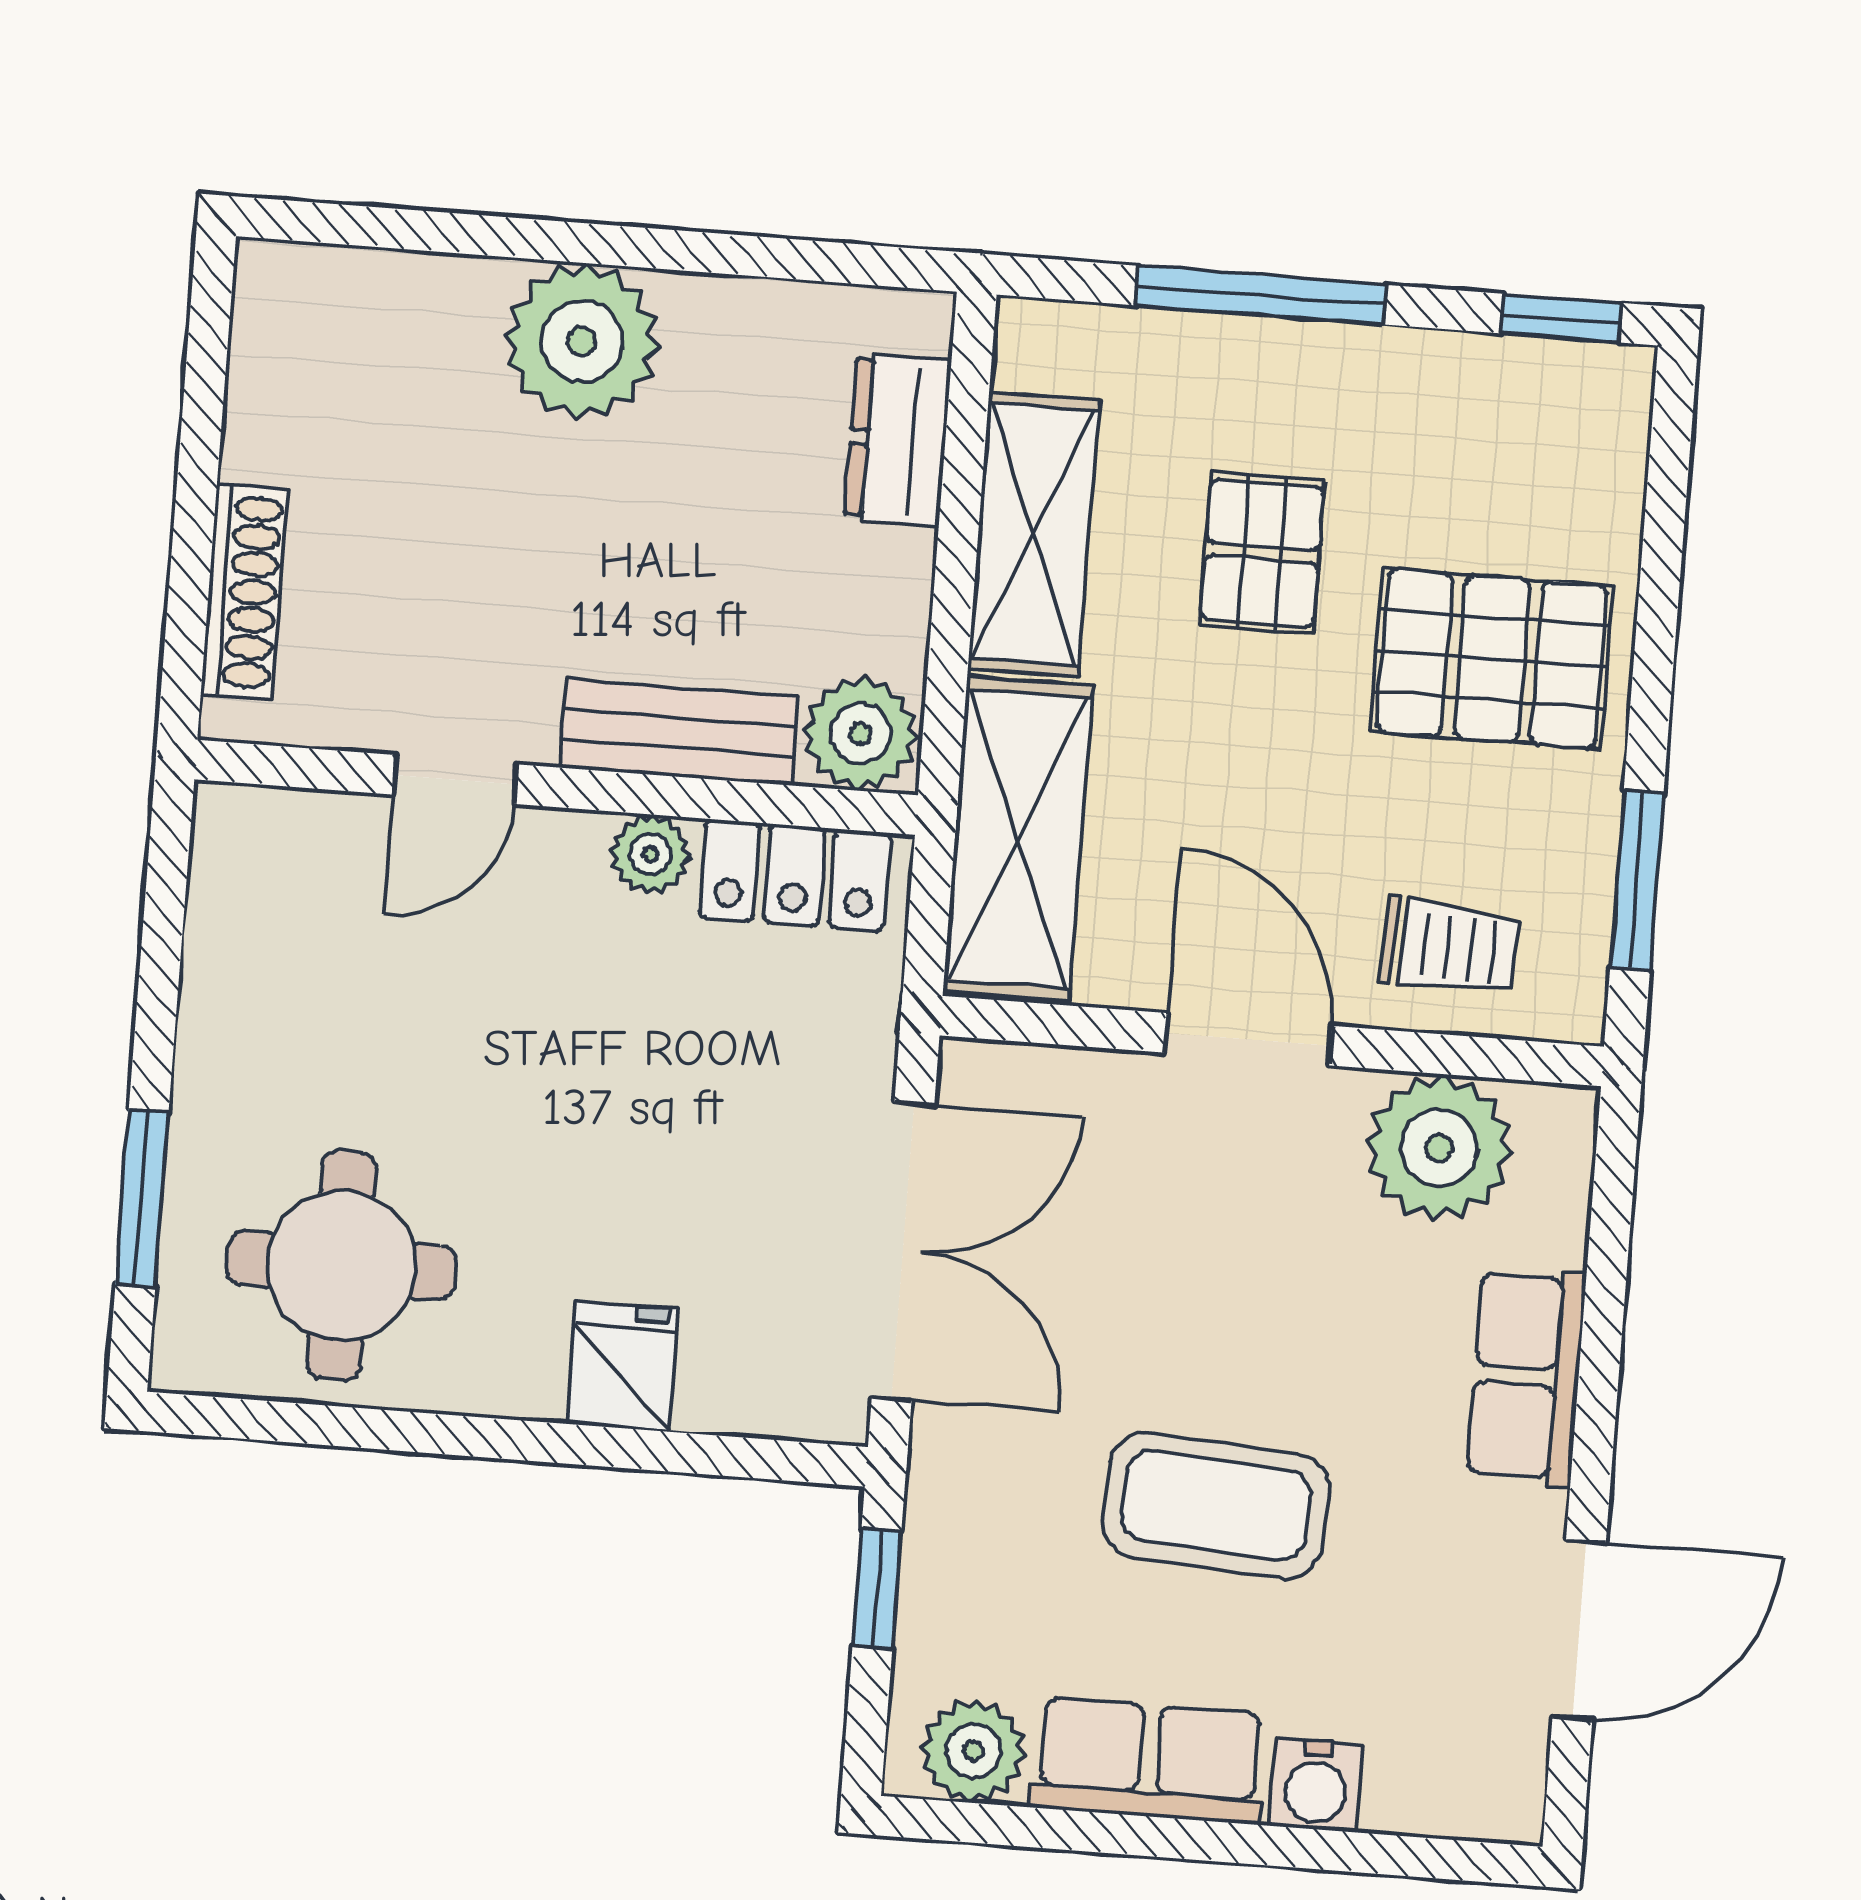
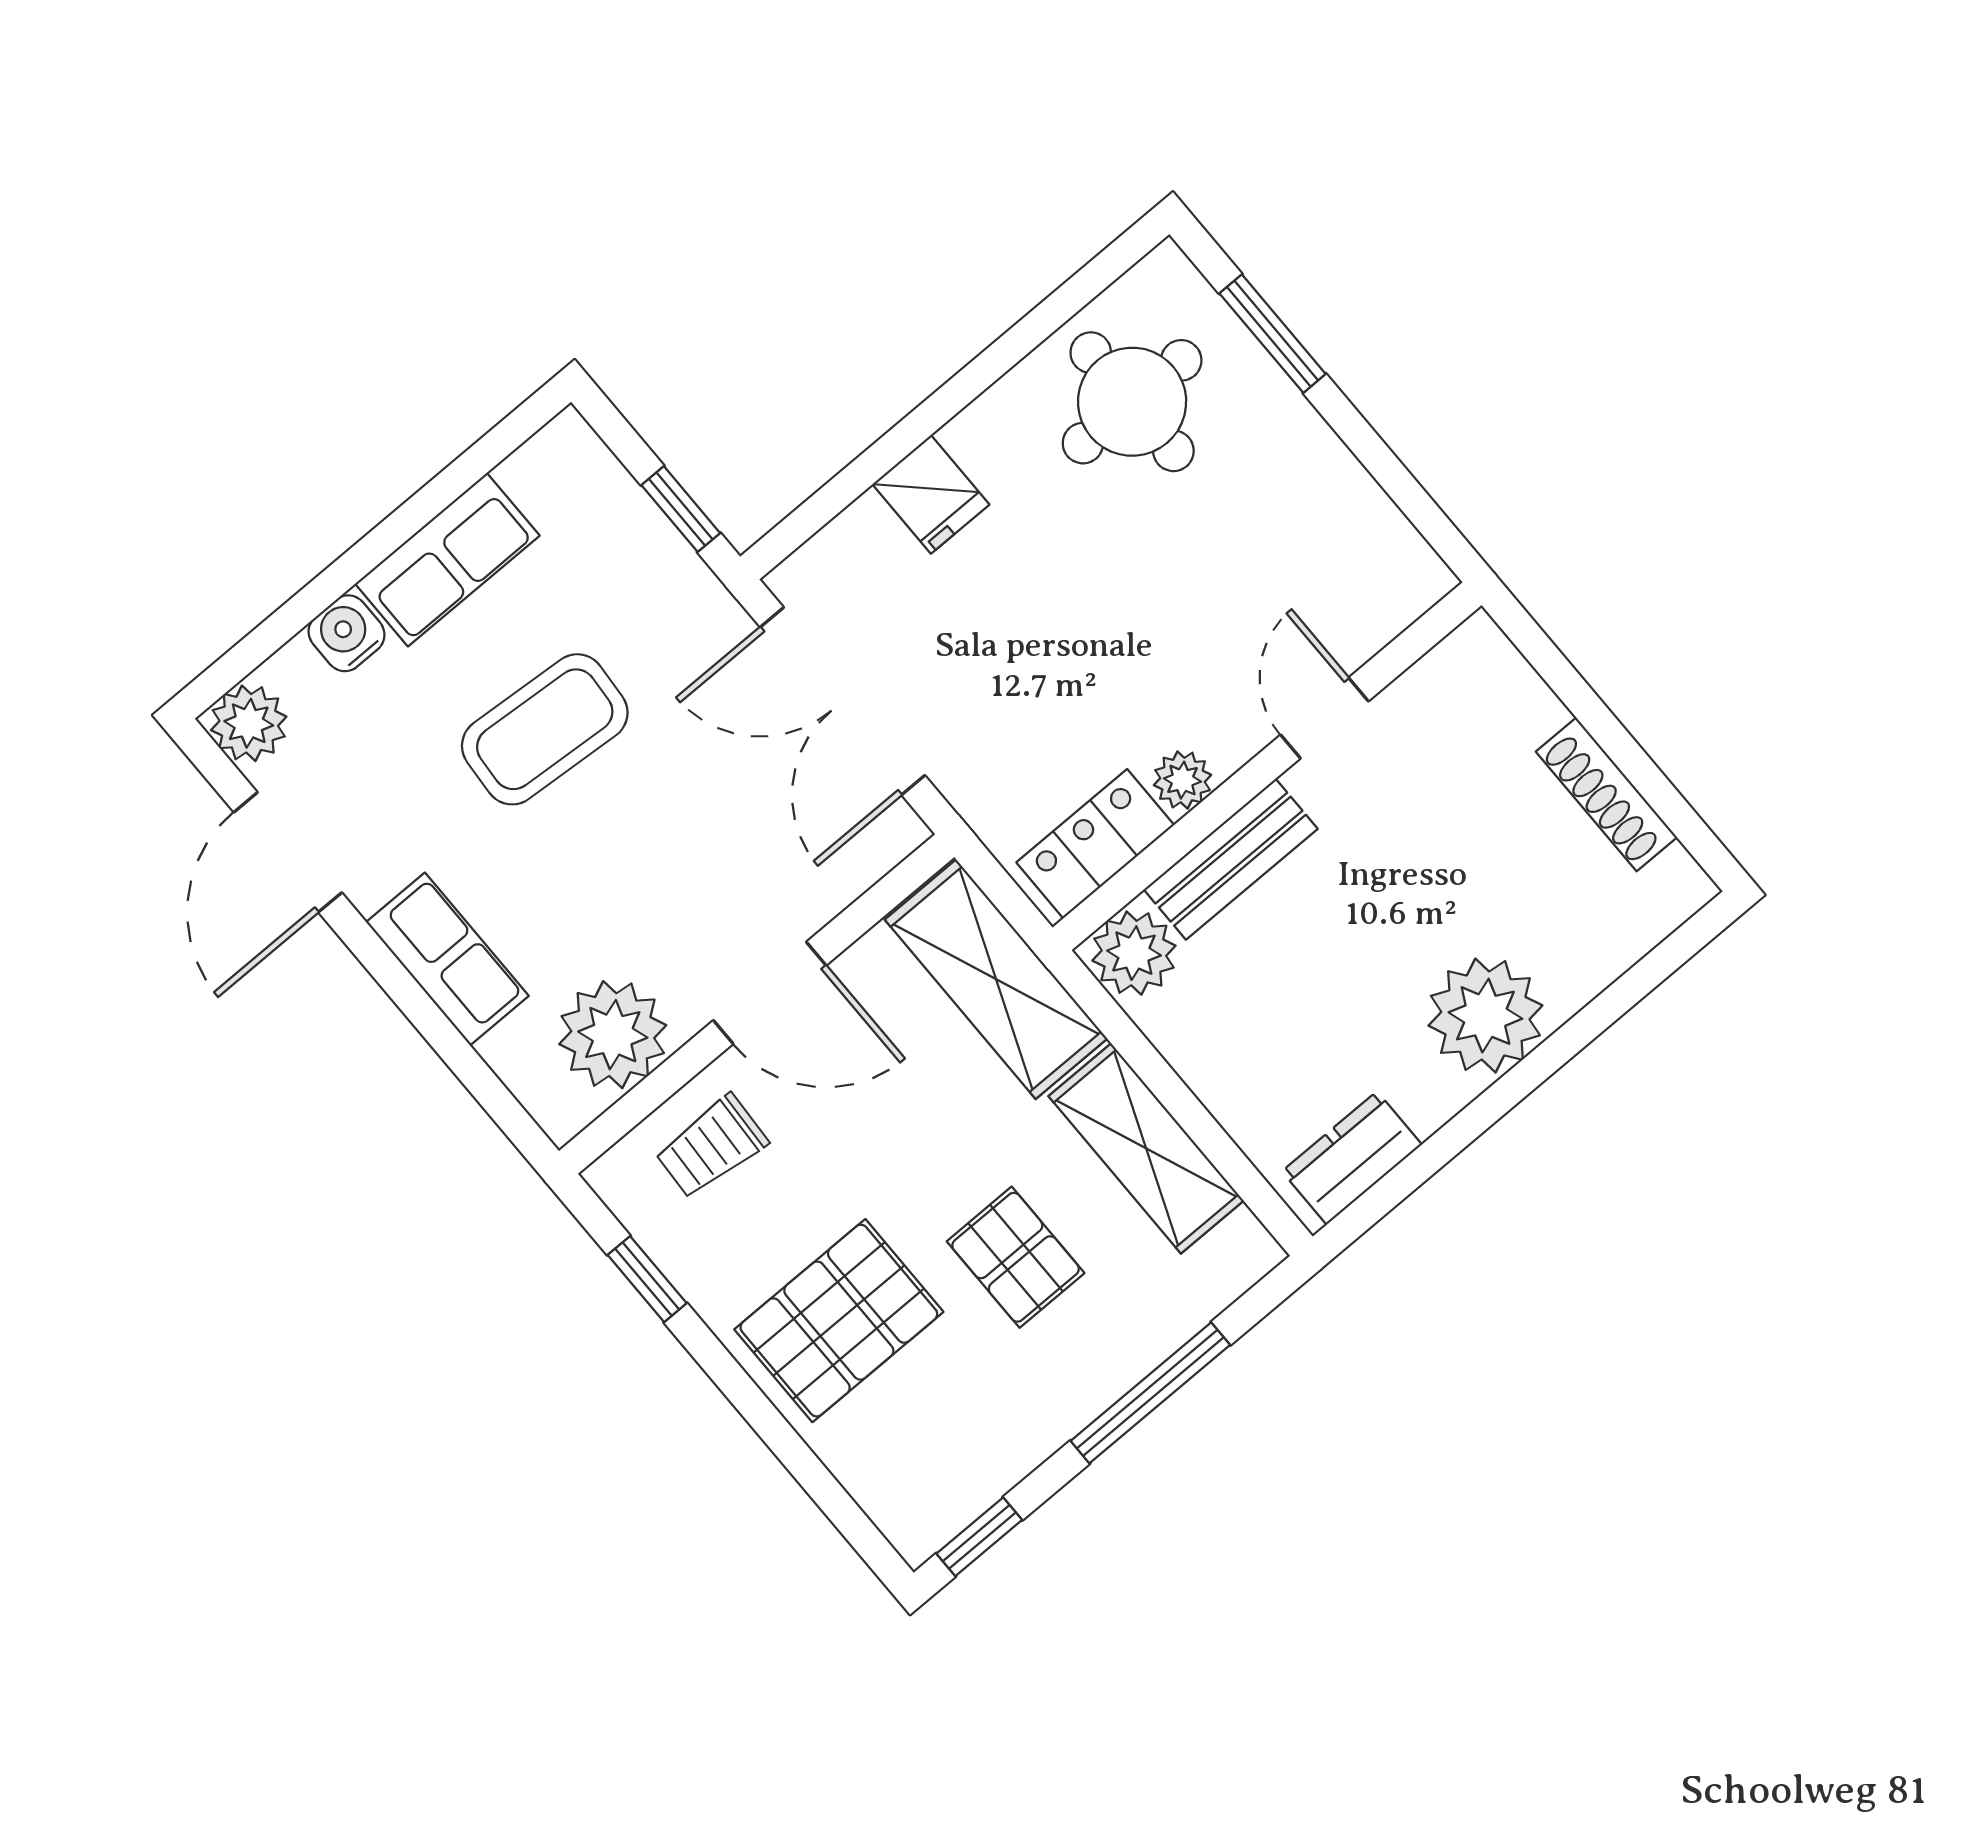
dresser: (898, 440) -> (1352, 1158), moved, turned -90
shoe rack: (245, 592) -> (1606, 794), moved
window: (1637, 880) -> (647, 1279), width x0.67
plant: (973, 1751) -> (249, 723), moved

